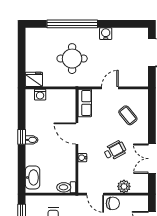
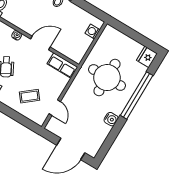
round table: (72, 59) -> (107, 78), width x1.36, depth x1.36
fridge: (34, 79) -> (147, 57), moved, turned 180
door: (110, 88) -> (55, 108), moved

